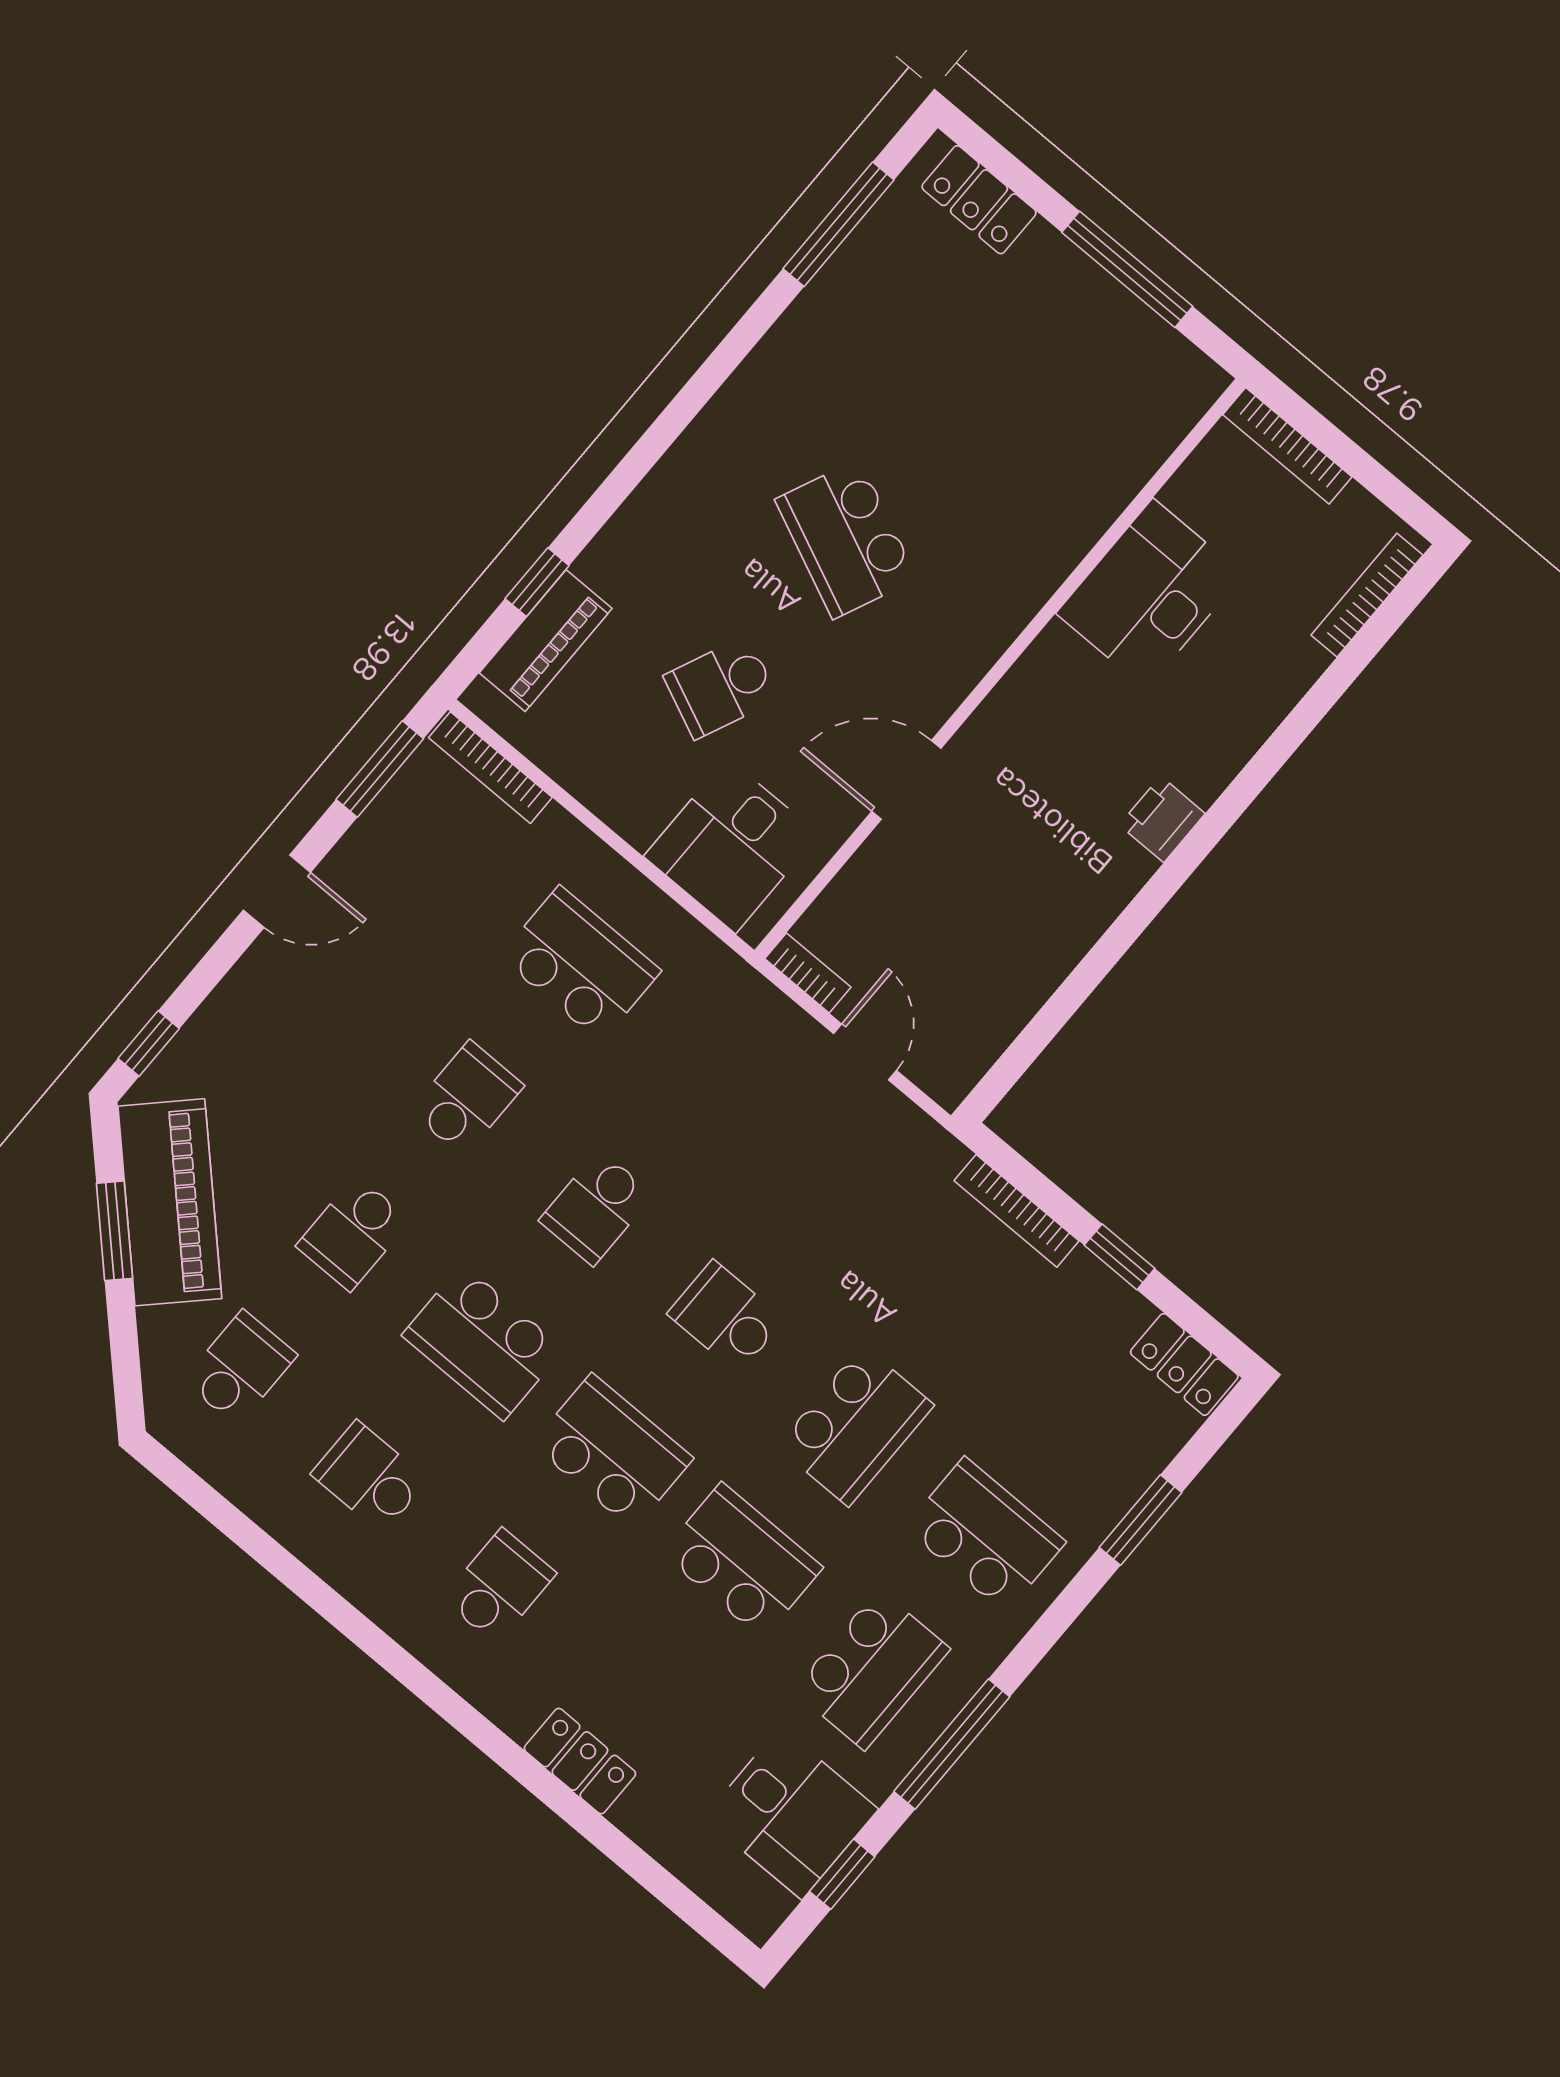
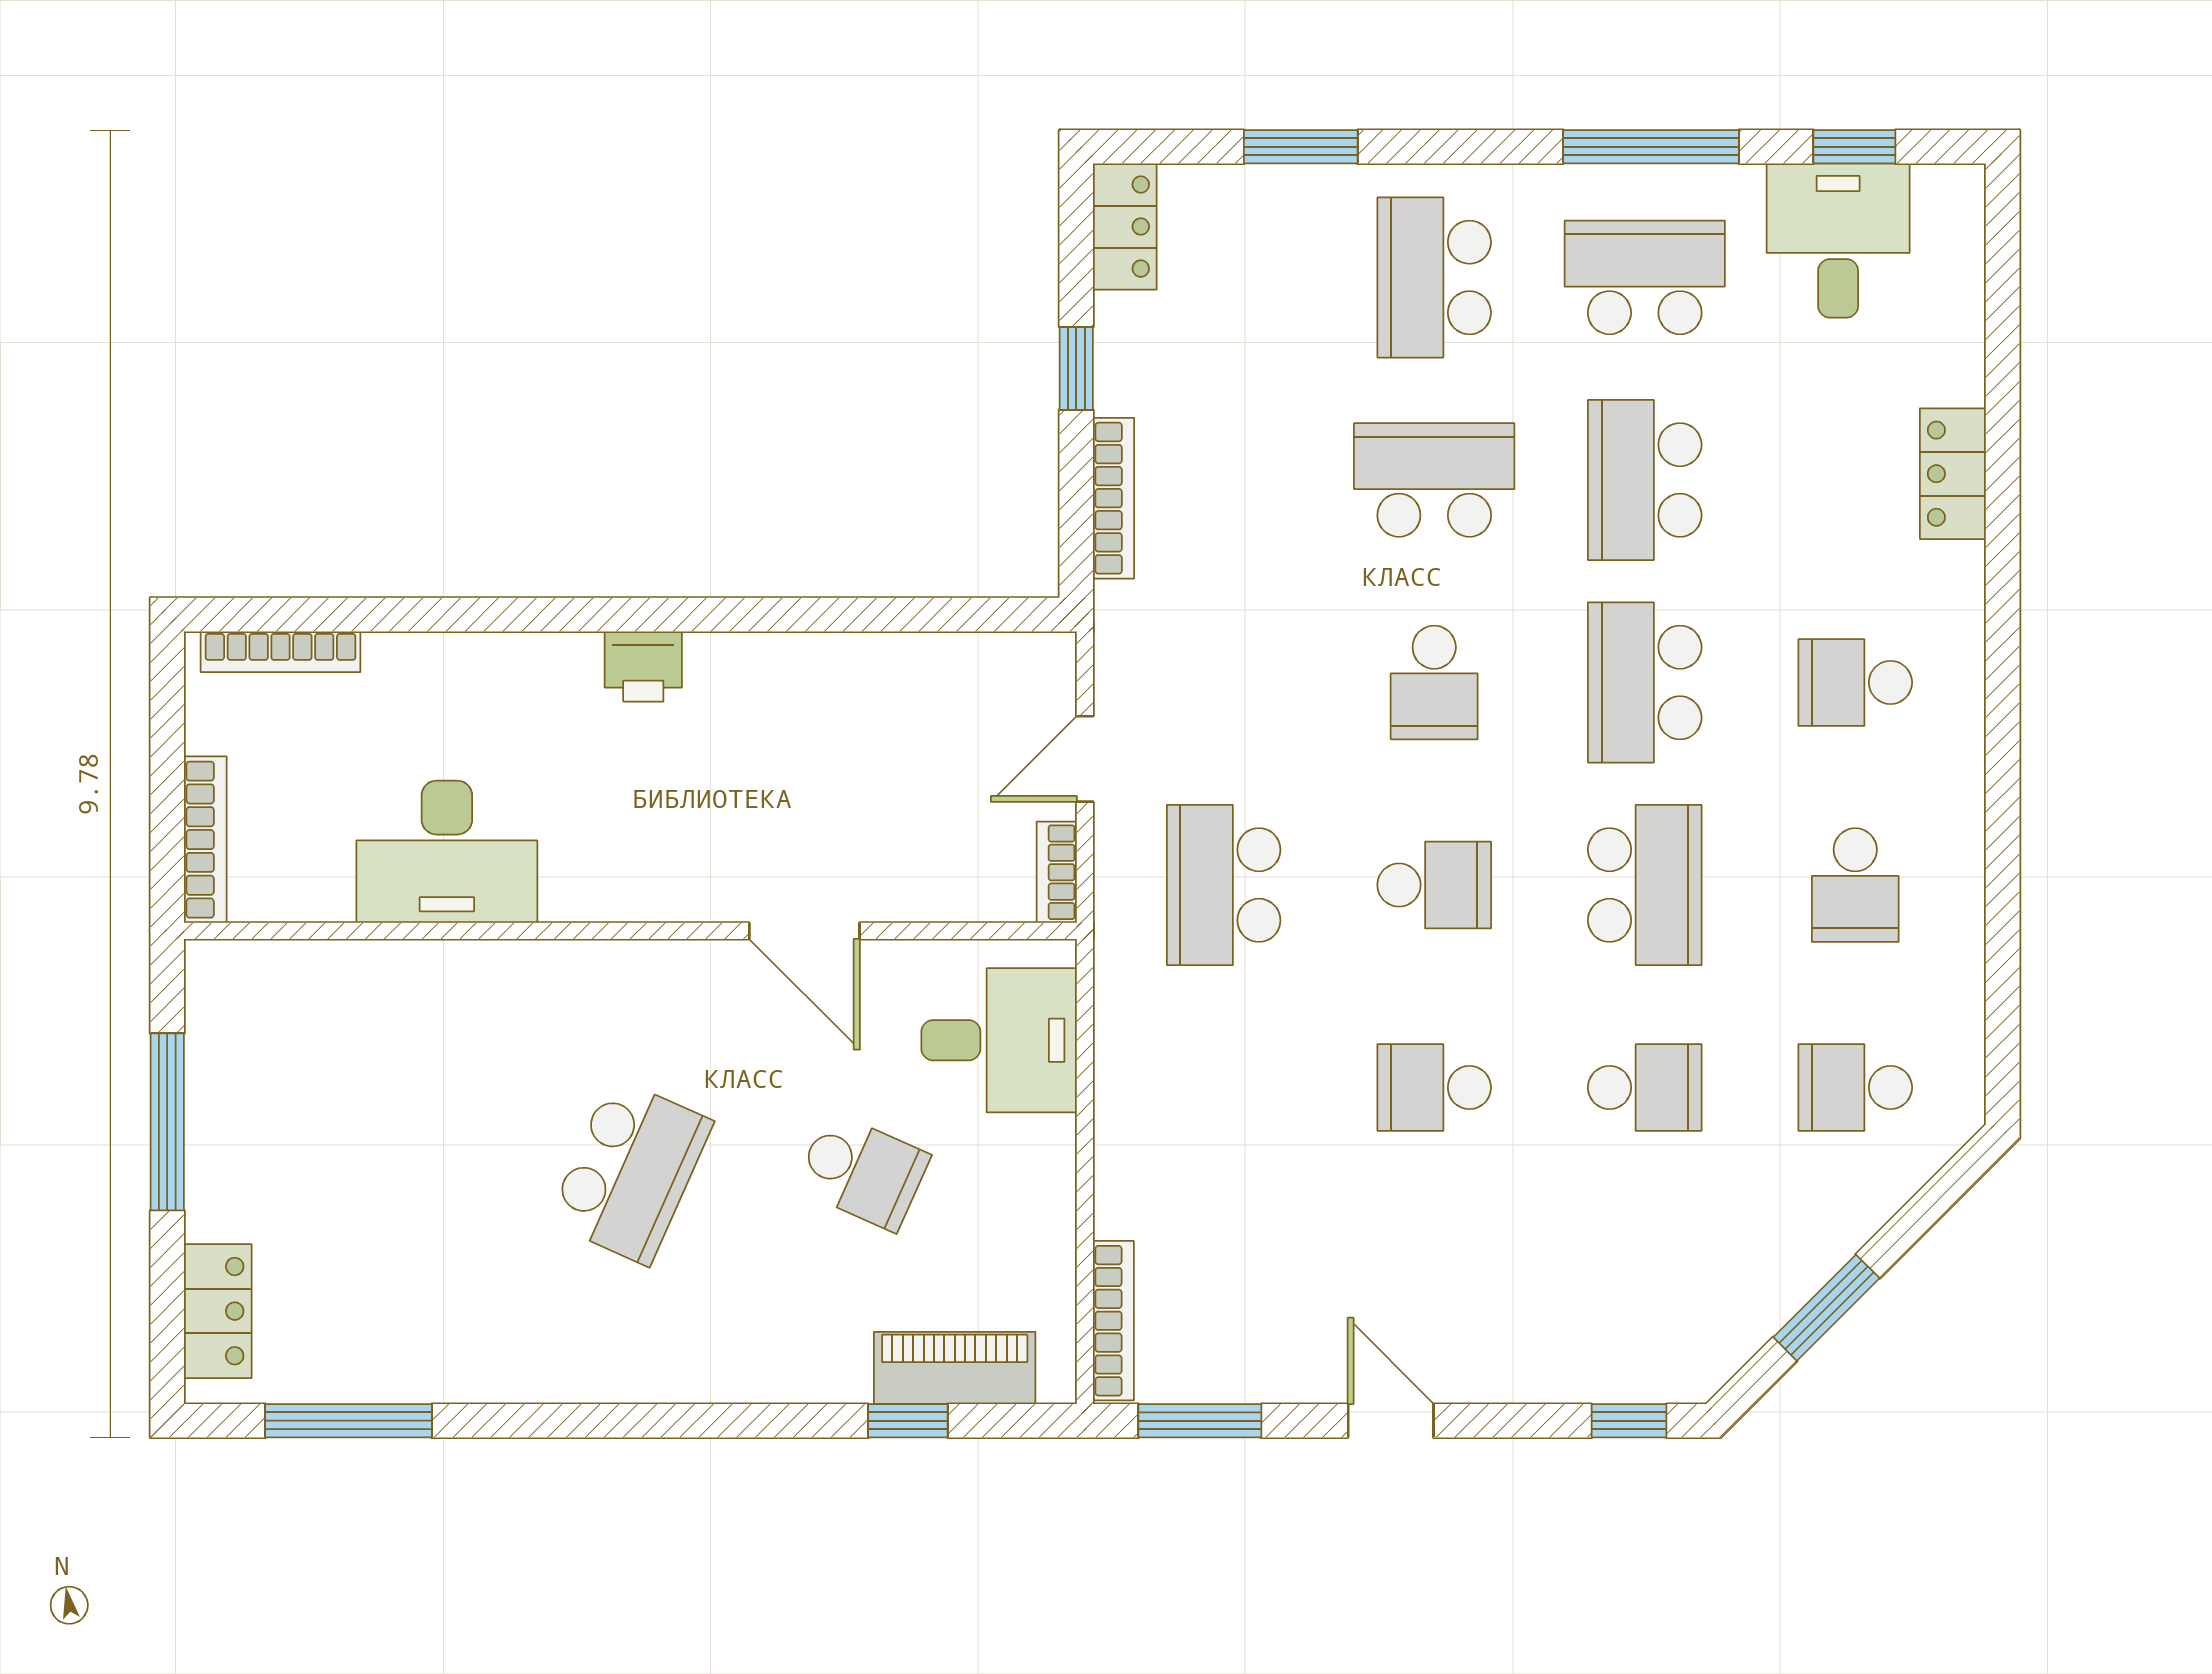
school desk: (580, 964) -> (1224, 885), moved
piano: (170, 1202) -> (1758, 1279), removed

